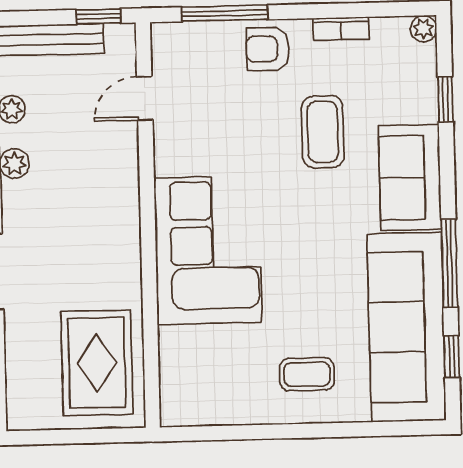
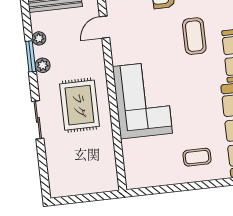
rug: (97, 363) -> (80, 105), moved

